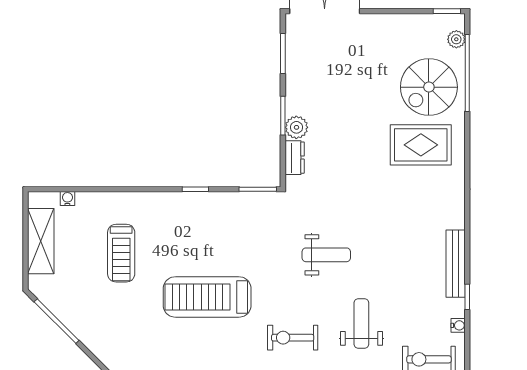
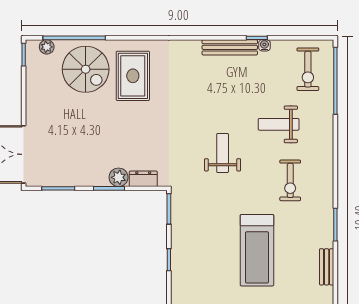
water cooler: (458, 325) -> (264, 45), moved

